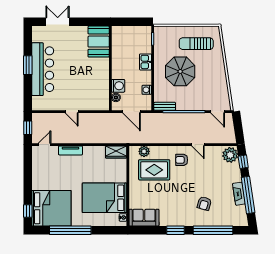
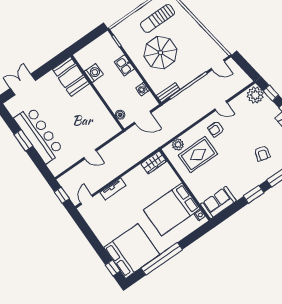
washing machine: (118, 86) -> (94, 73), moved

